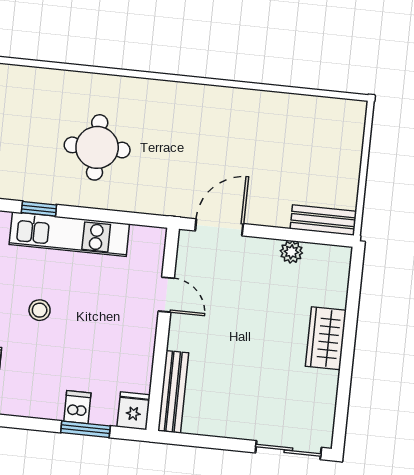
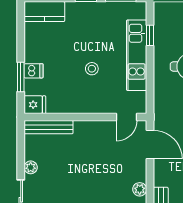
door: (166, 295) -> (127, 117), moved
stool: (40, 310) -> (92, 69), moved
plant: (237, 428) -> (31, 167), added

